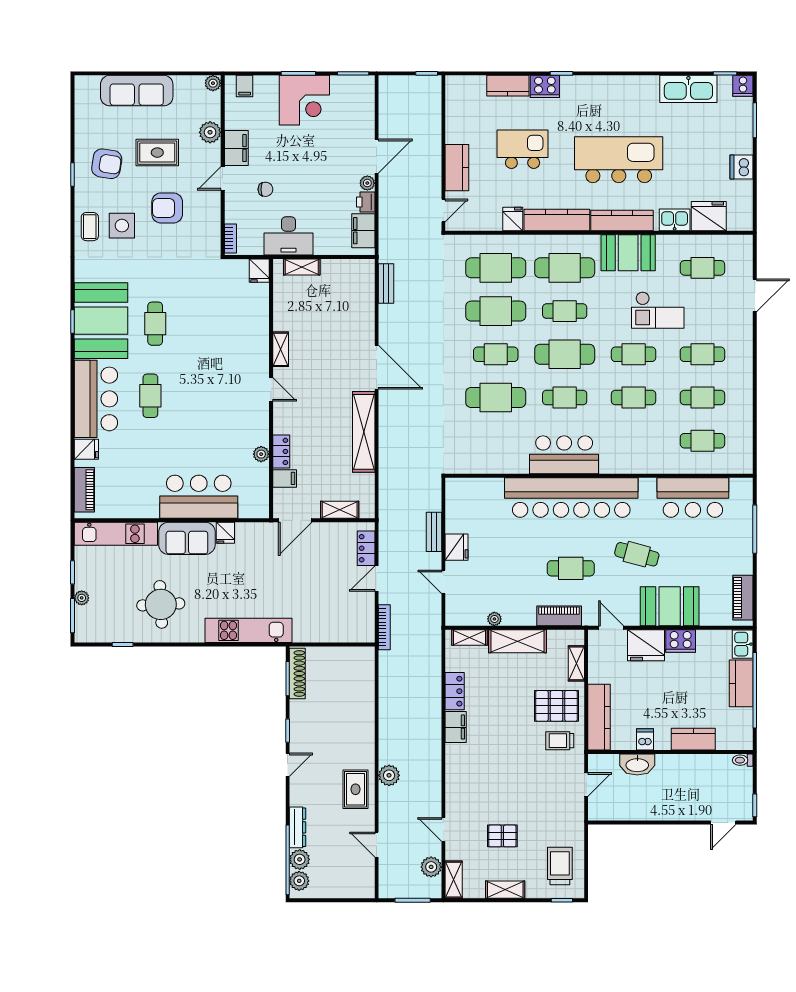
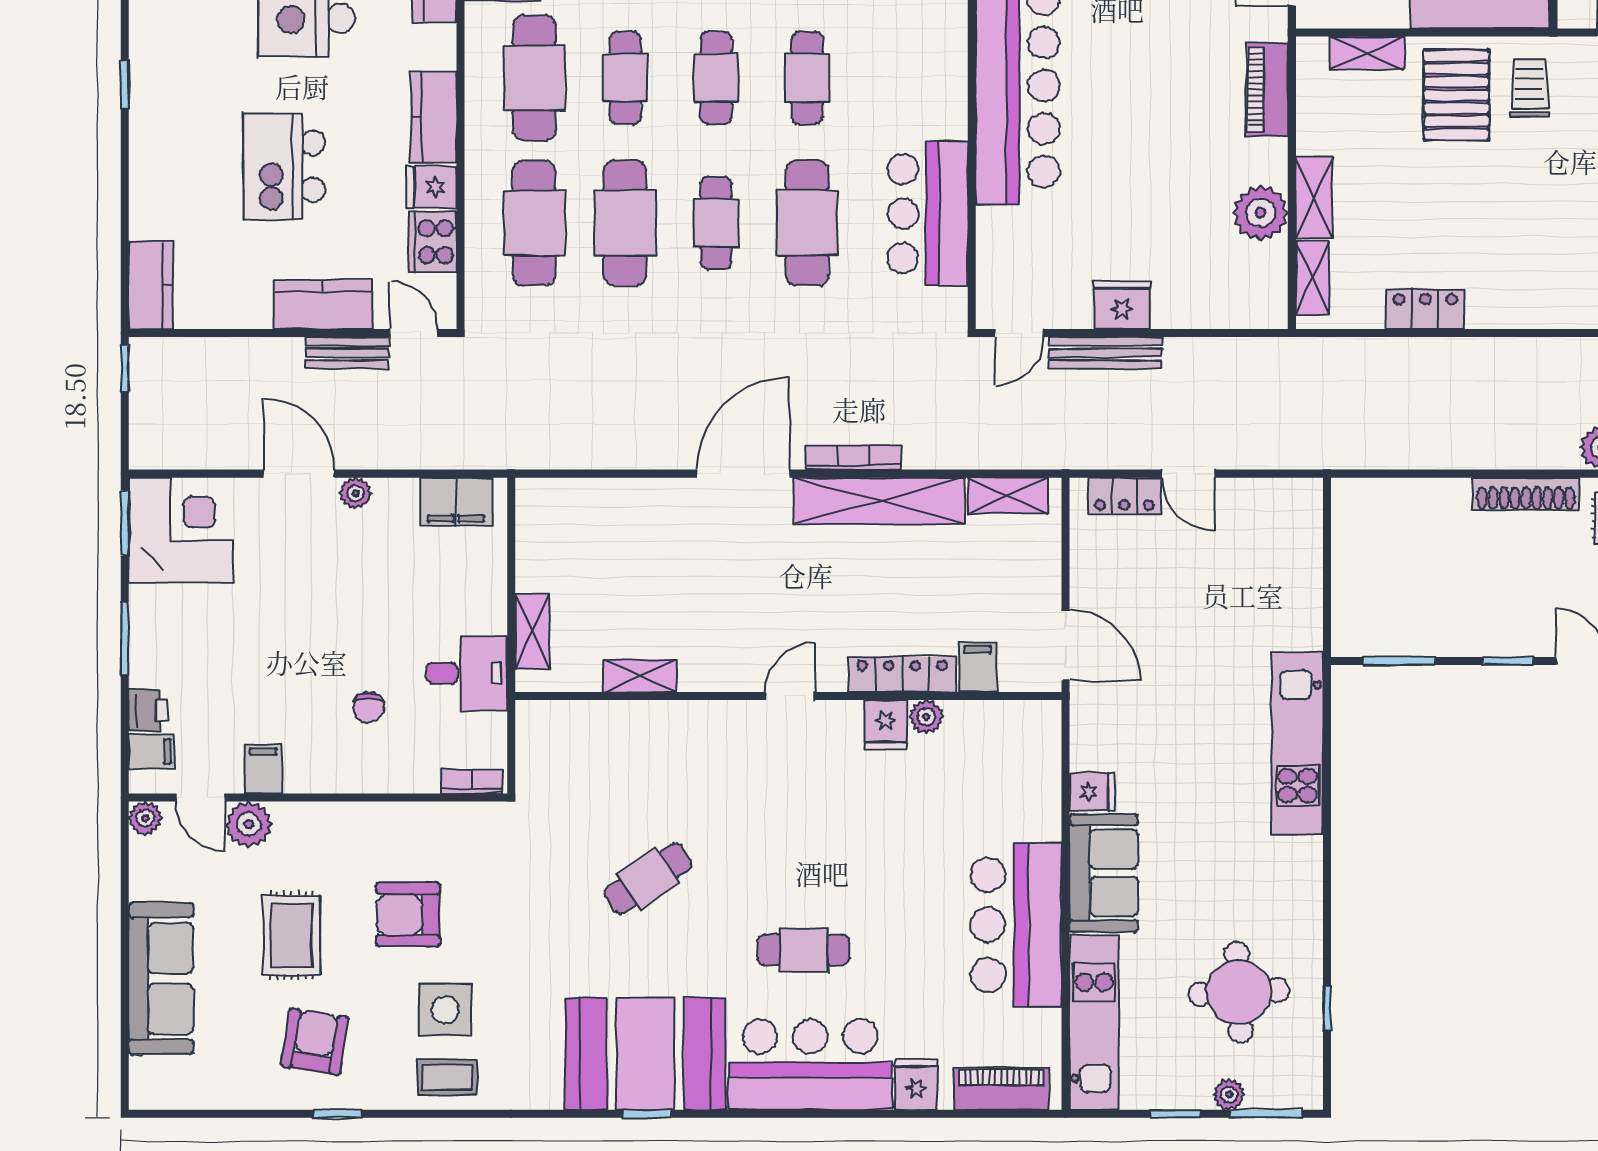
kitchen counter: (508, 86) -> (151, 285), moved
cooker: (545, 86) -> (433, 242), moved, turned 180
corner desk: (304, 100) -> (181, 530), moved
filing cabinet: (236, 148) -> (263, 769), width x0.50
door: (223, 178) -> (200, 798), moved
chair: (265, 189) -> (369, 708), turned 180
printer: (366, 202) -> (148, 710), moved, turned -90
armchair: (167, 208) -> (408, 915), turned 90
kitchen counter: (557, 220) -> (434, 117), width x0.67
desk: (288, 236) -> (467, 673), width x0.73
fridge: (259, 271) -> (886, 725), moved, turned 90
bench: (386, 283) -> (347, 353), moved
cafe table: (155, 324) -> (648, 878), moved, turned -34
shelving: (281, 349) -> (640, 676), moved
cafe table: (565, 354) -> (716, 78), width x0.73, depth x0.74
locker: (281, 451) -> (902, 674), width x1.53
bar counter: (564, 455) -> (928, 214), moved
bar counter: (199, 497) -> (1016, 925), moved
shelving: (340, 510) -> (1008, 496), moved, turned 90
bench: (434, 532) -> (1105, 353), width x1.36
cafe table: (571, 568) -> (1167, 65), removed
door: (443, 582) -> (1019, 333), moved
round table: (161, 604) -> (1239, 992), moved
plant: (494, 619) -> (1260, 213), width x1.87, depth x1.87
bookcase: (384, 627) -> (854, 458), moved
shelving: (517, 641) -> (1314, 197), width x0.67, depth x0.75
shoe rack: (297, 673) -> (1526, 494), moved, turned 180
filing cabinet: (456, 727) -> (1501, 307), removed
trolley: (560, 741) -> (1530, 88), turned 180

